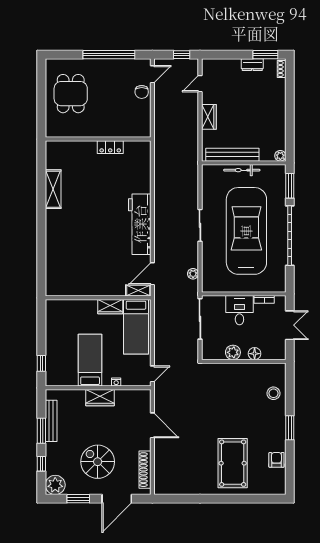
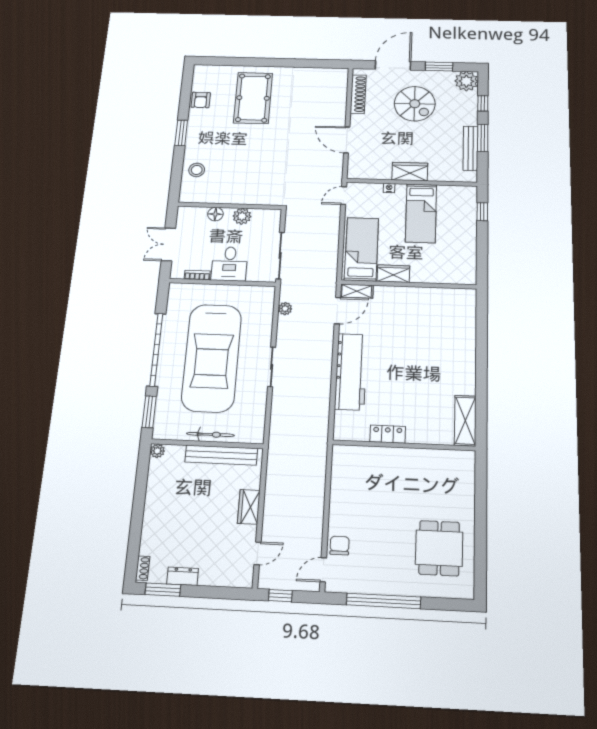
wall: (98, 139) -> (404, 445), moved
locker: (110, 147) -> (388, 434), moved

